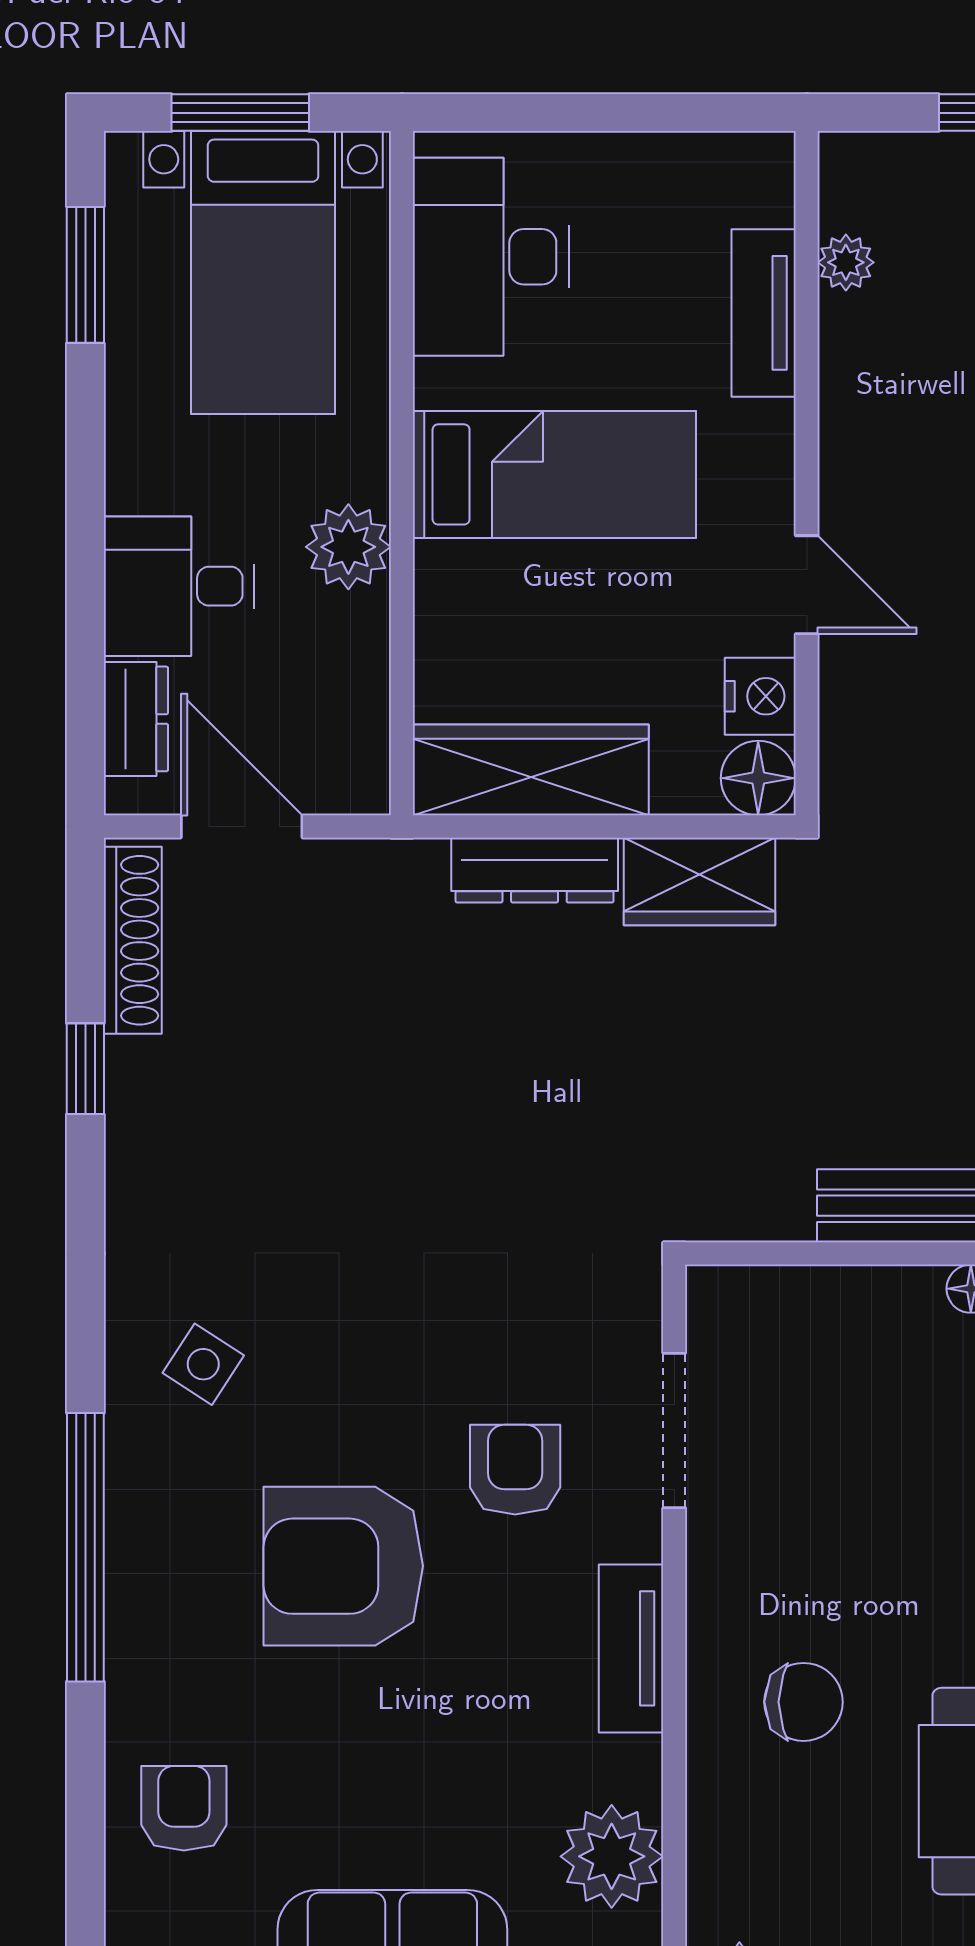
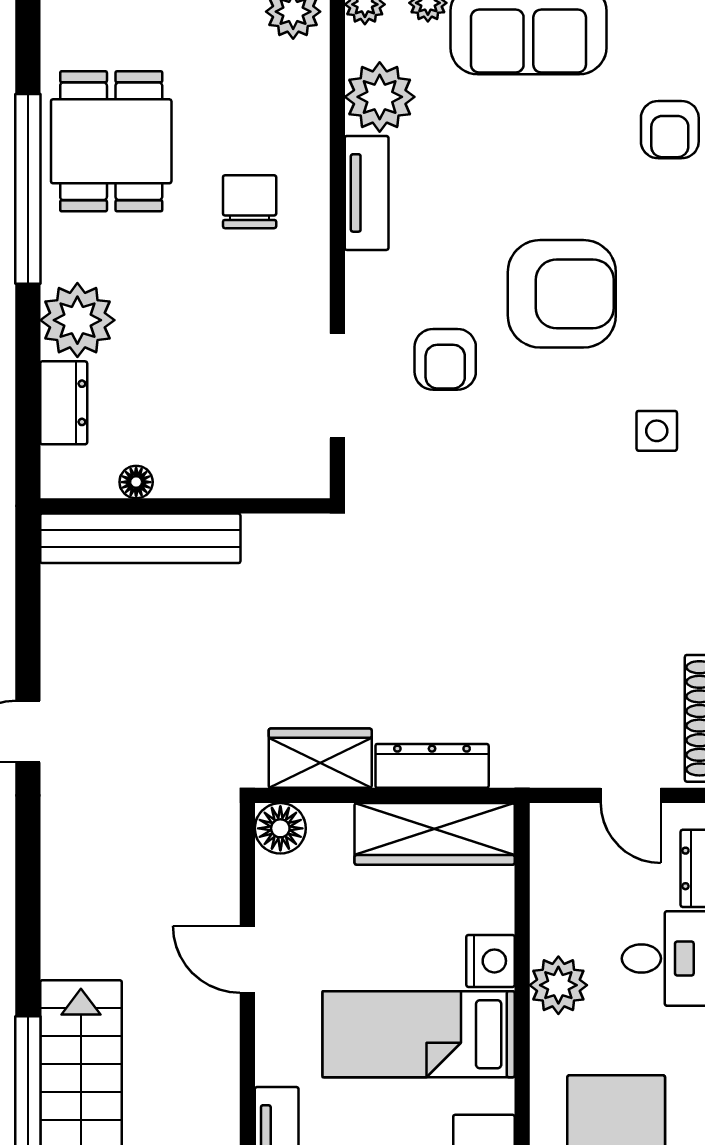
nightstand: (760, 696) -> (490, 961), moved, turned 180
door: (242, 827) -> (631, 795), width x0.73
side table: (203, 1364) -> (657, 431), turned -33
tv unit: (631, 1648) -> (367, 193), moved
chair: (804, 1702) -> (250, 202), turned 90

